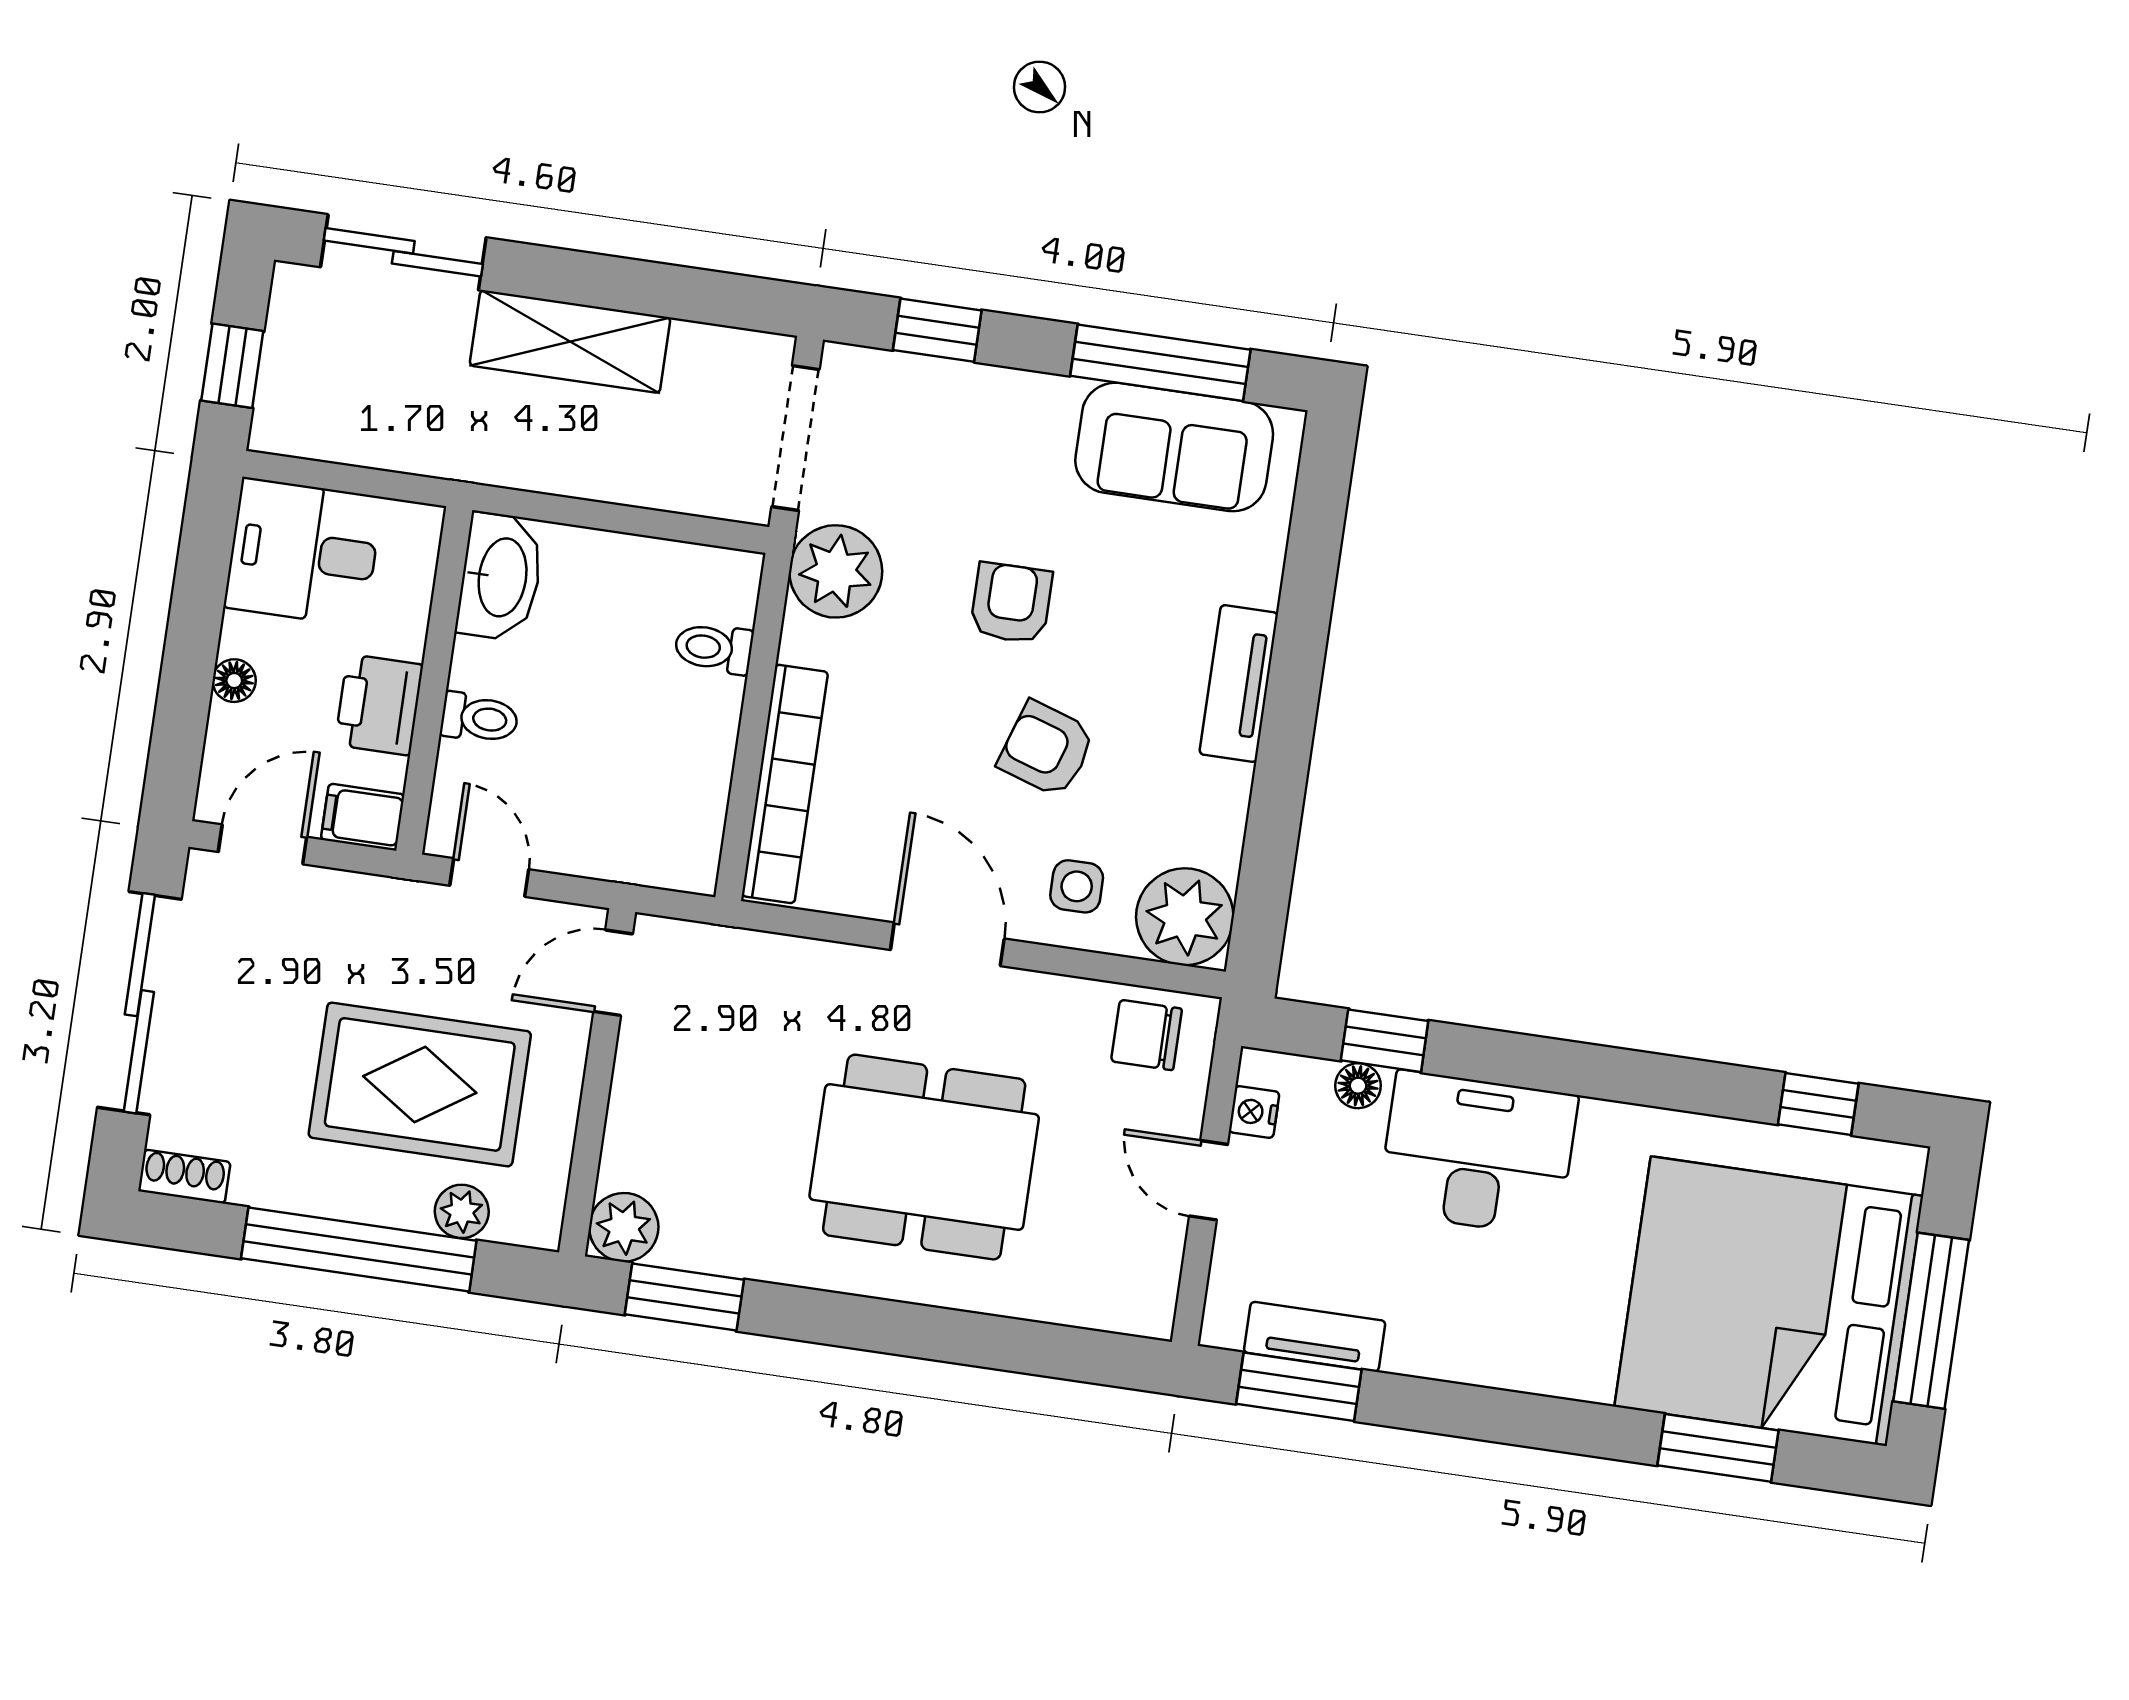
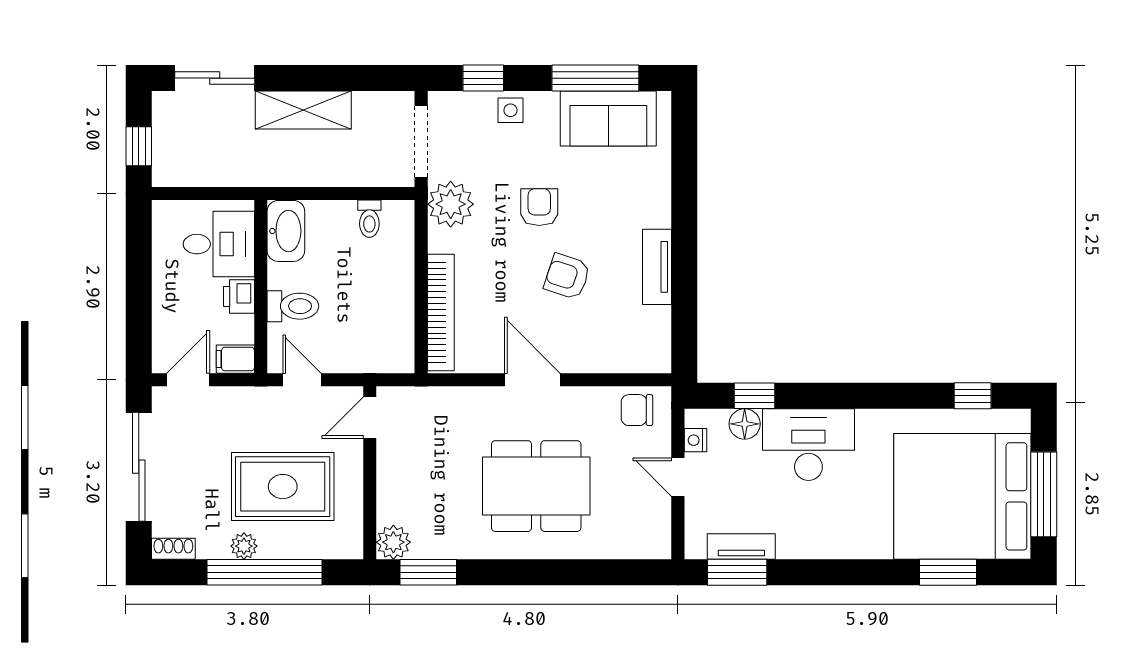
desk: (303, 552) -> (219, 244), moved, turned 180
toilet: (714, 648) -> (369, 219), moved, turned -90
floor lamp: (234, 681) -> (162, 301), removed
tv unit: (1239, 684) -> (657, 267), moved
printer: (379, 705) -> (239, 296), width x0.73, depth x0.81
toilet: (479, 718) -> (293, 306), width x1.37, depth x1.39
side table: (1077, 886) -> (510, 110), moved
plant: (1185, 917) -> (647, 349), removed
floor lamp: (1358, 1086) -> (745, 424), width x1.37, depth x1.37
plant: (462, 1211) -> (244, 546), moved

